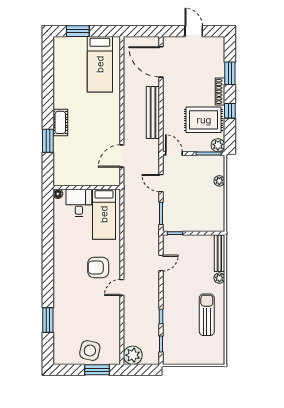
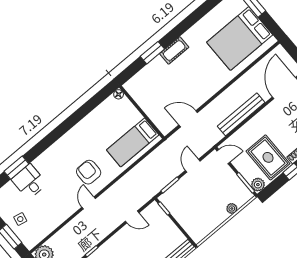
bed: (100, 64) -> (240, 38), width x1.50
door: (174, 154) -> (223, 156), hinge flipped
desk: (79, 203) -> (29, 182), moved, turned -90
door: (122, 287) -> (89, 203), hinge flipped
side table: (90, 351) -> (20, 219), width x0.54, depth x0.54

